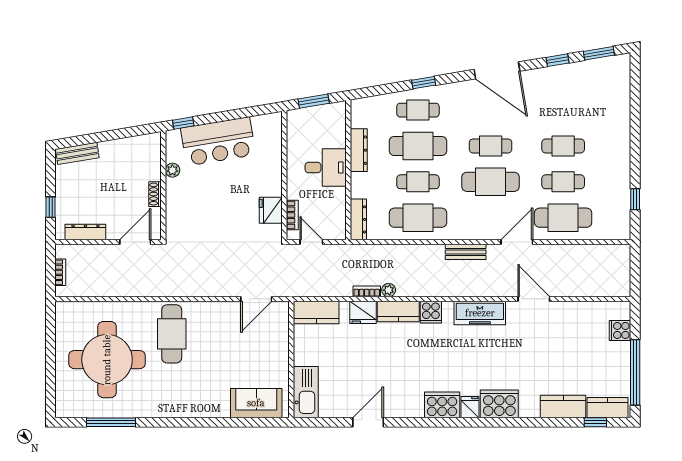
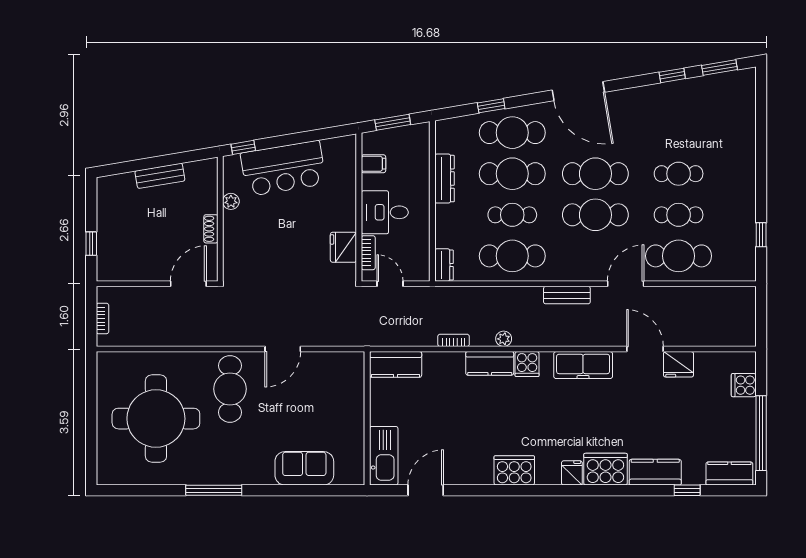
door: (497, 70) -> (578, 91), moved
window: (424, 83) -> (491, 106), moved
cafe table: (418, 110) -> (512, 133), width x1.37, depth x1.35
filing cabinet: (297, 137) -> (373, 164), added
cafe table: (491, 146) -> (595, 174), width x1.37, depth x1.35
bench: (77, 153) -> (160, 176), moved
desk: (326, 167) -> (385, 212), moved, turned 180
dresser: (358, 219) -> (444, 265), width x0.70
dresser: (85, 232) -> (131, 272), removed
plant: (389, 290) -> (504, 339), moved
door: (256, 299) -> (283, 349), moved
fridge: (363, 312) -> (678, 364), moved
sofa: (256, 403) -> (304, 468), moved
cooker: (442, 405) -> (514, 470), moved
kitchen counter: (563, 407) -> (655, 472), moved
window: (111, 422) -> (214, 490), moved
door: (368, 422) -> (426, 490), moved
window: (595, 422) -> (687, 490), moved

